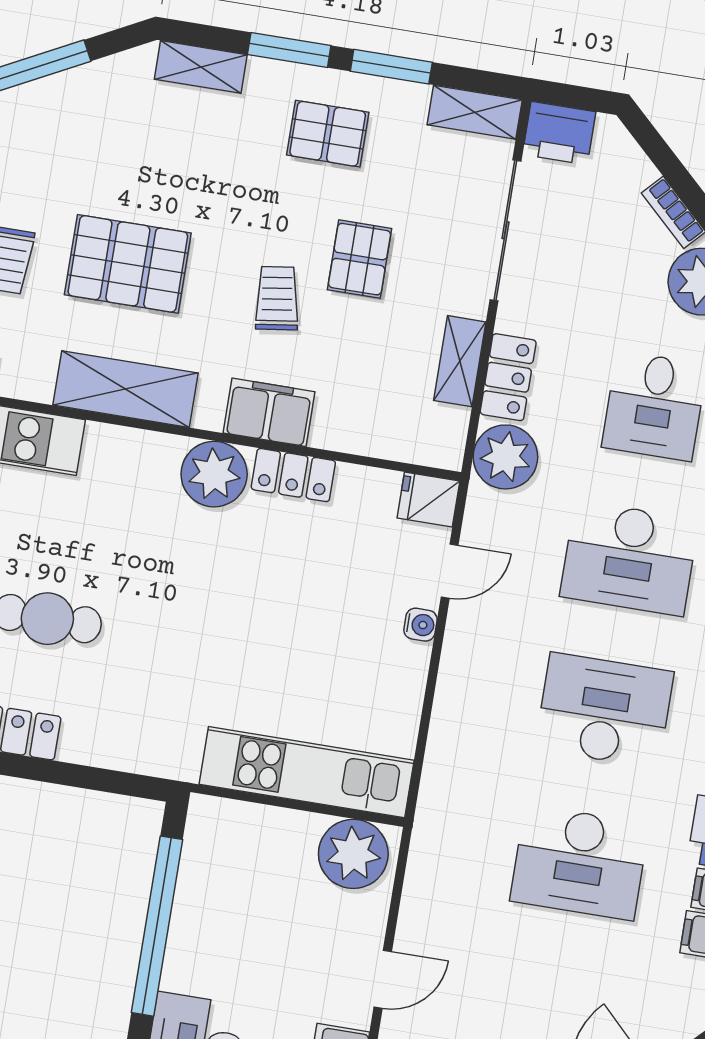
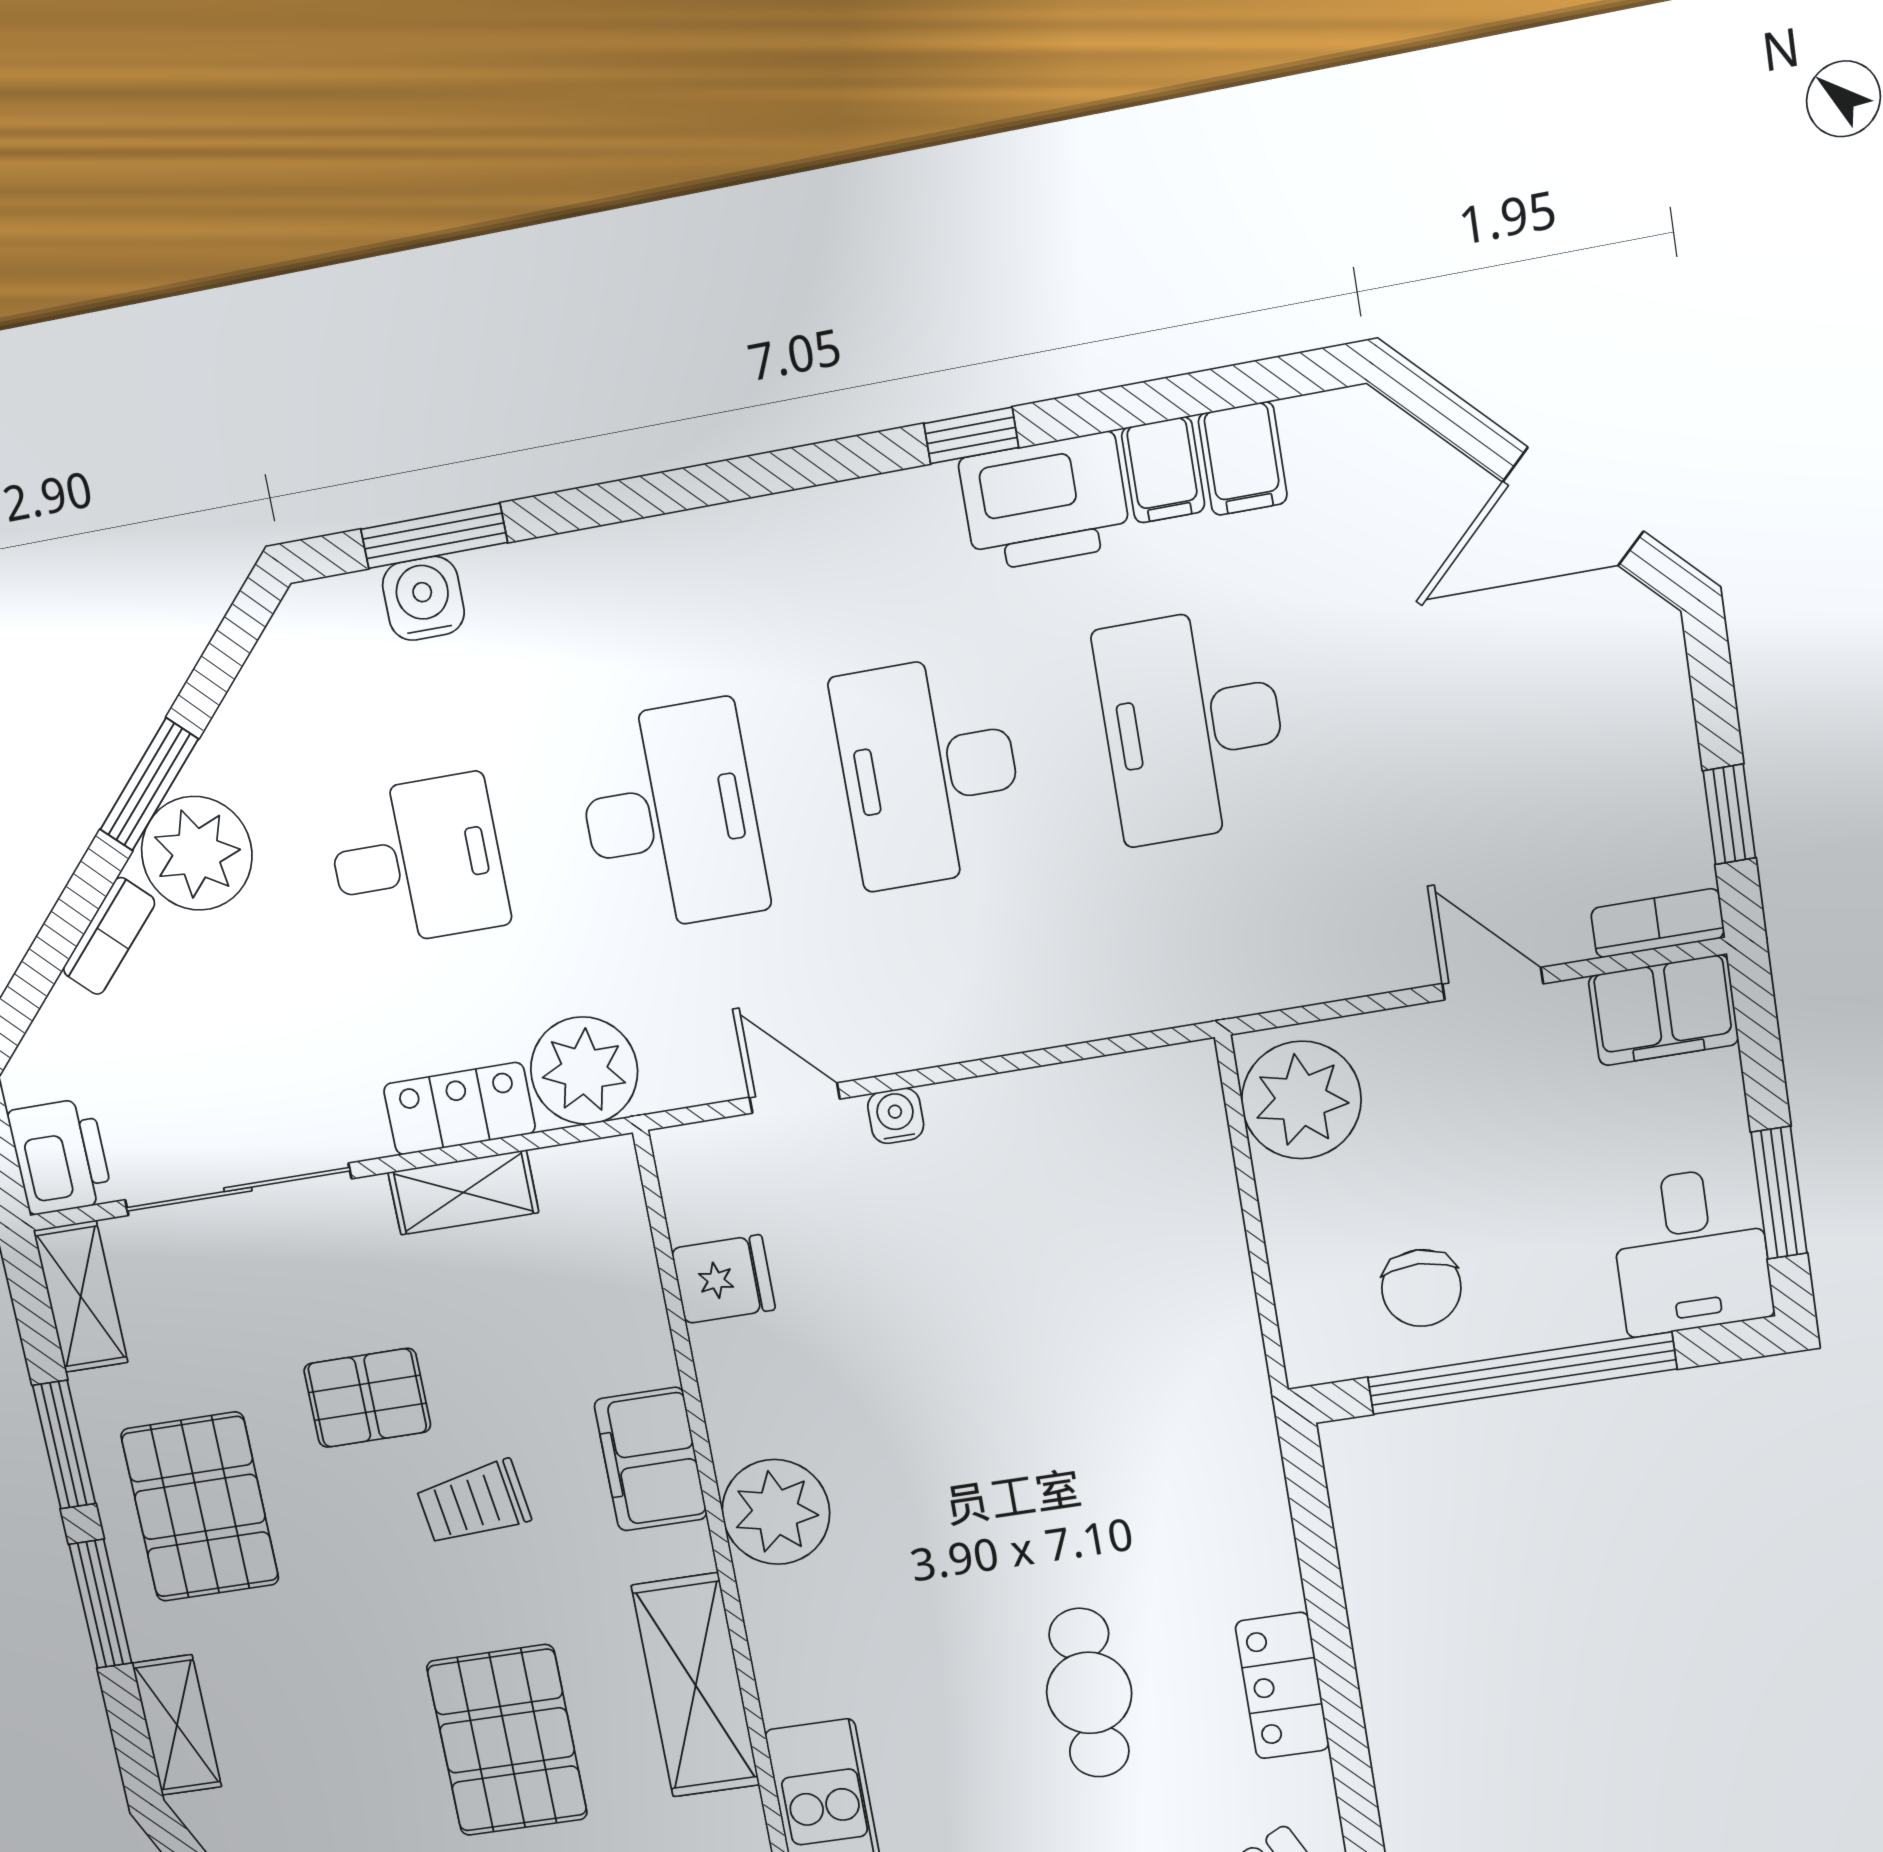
pallet: (328, 134) -> (200, 1507), width x1.50, depth x1.42
locker: (293, 475) -> (733, 1391), removed
fridge: (428, 500) -> (723, 1279), moved, turned -90
kitchen unit: (307, 772) -> (1194, 1218), removed
desk: (579, 862) -> (1193, 725), turned 180
chair: (224, 886) -> (1421, 1288), added

